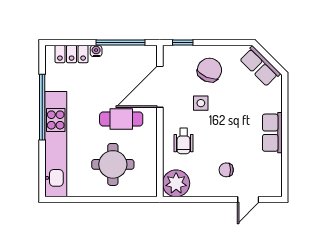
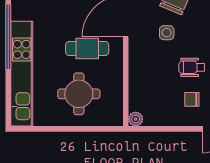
wheelchair: (184, 141) -> (192, 67), moved, turned 90
plant: (176, 183) -> (136, 119), width x0.53, depth x0.53

